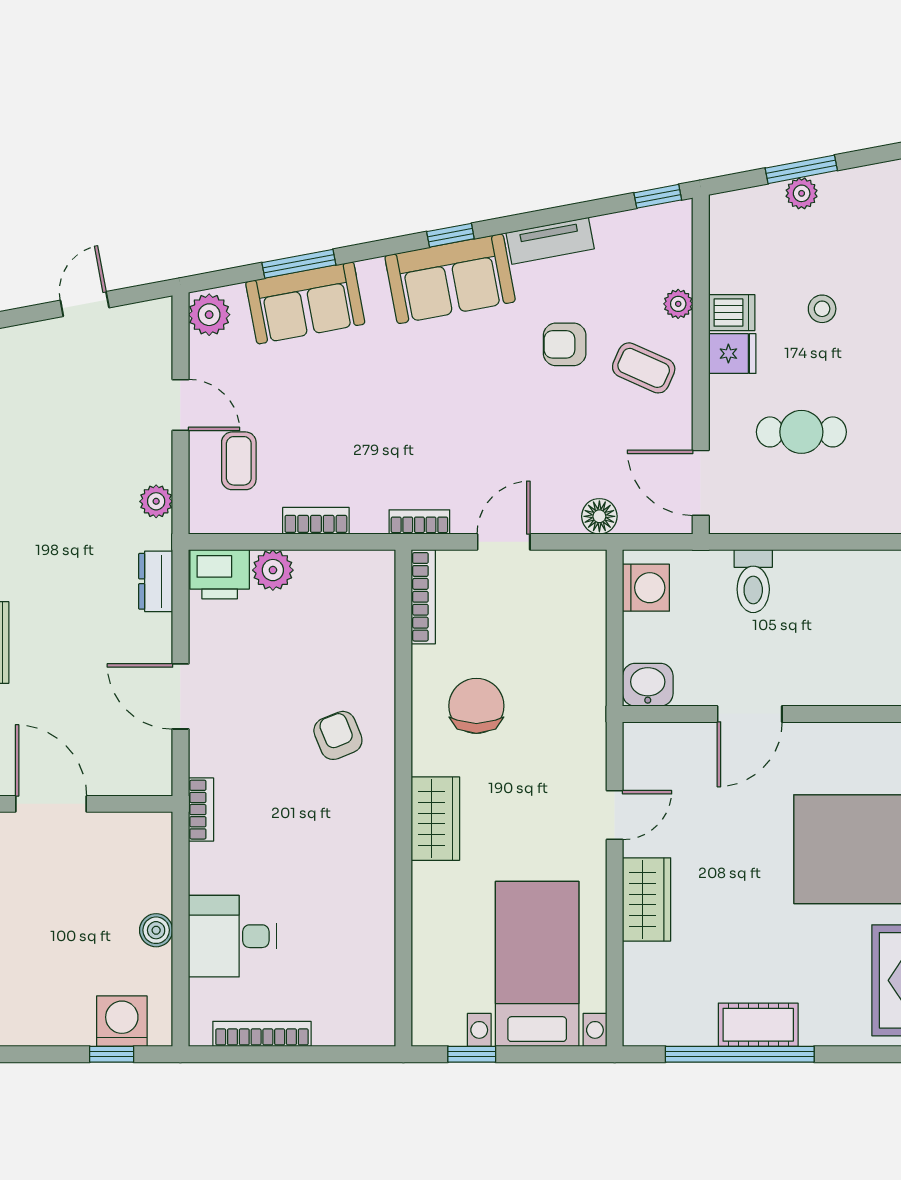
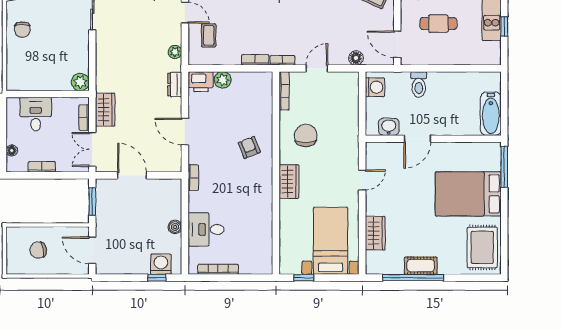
bookcase: (316, 521) -> (255, 60), moved
washbasin: (648, 685) -> (389, 127), moved
wardrobe: (647, 899) -> (375, 233), moved

